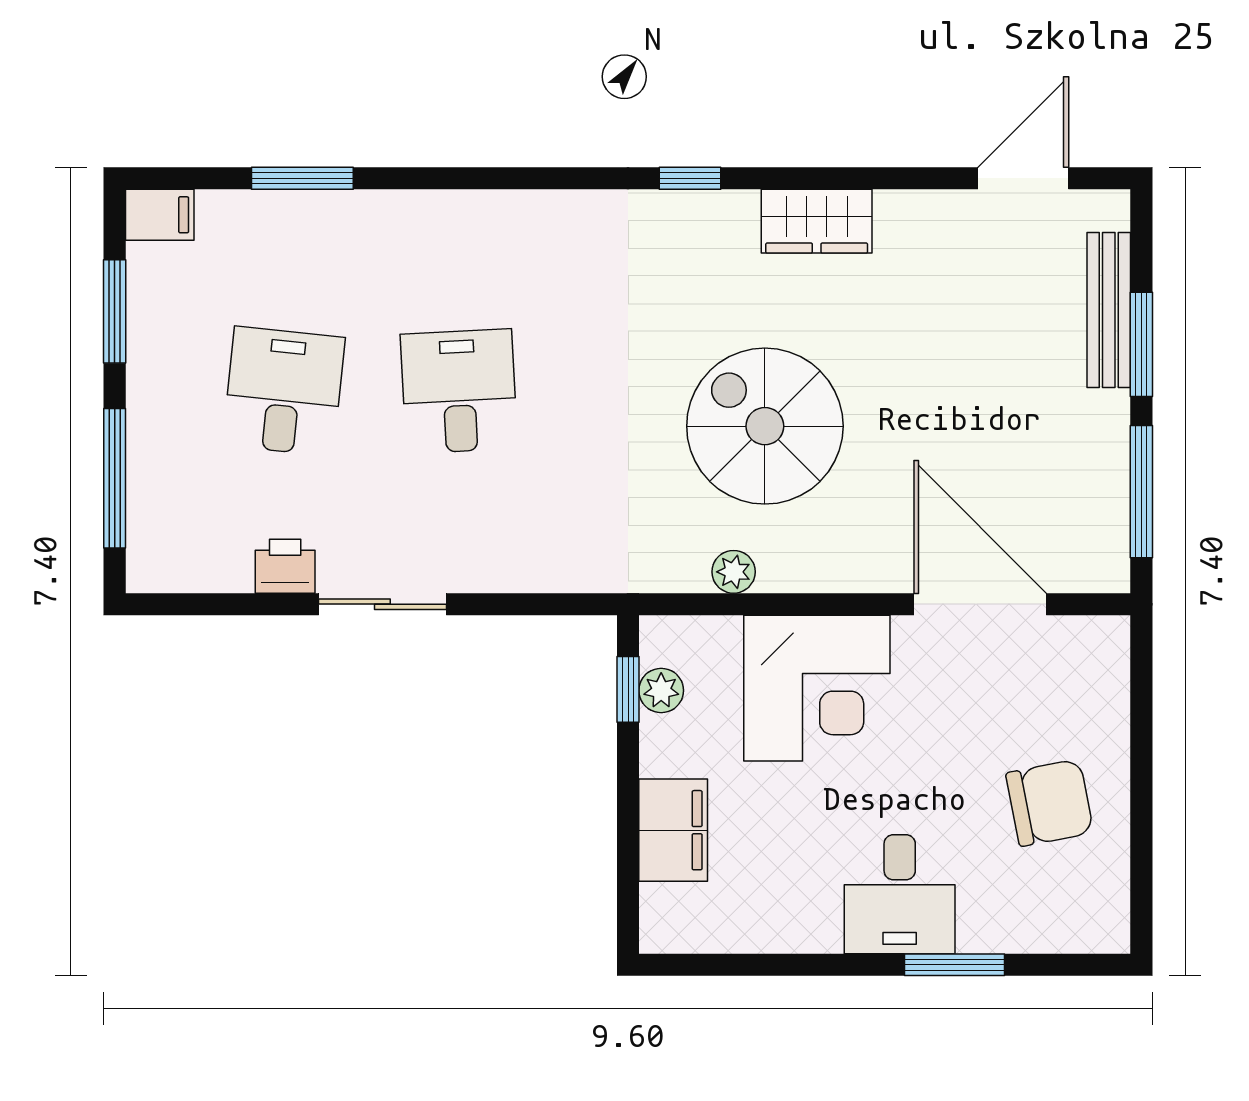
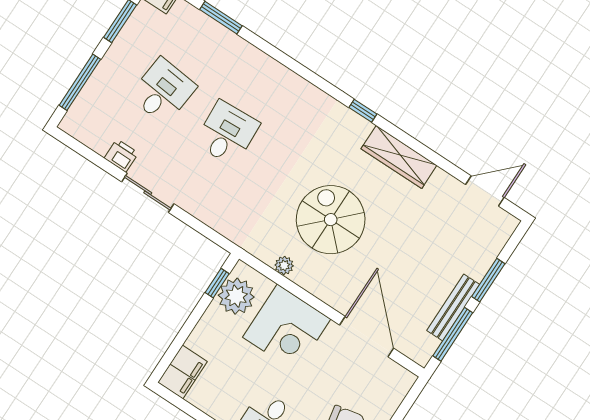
wardrobe: (817, 221) -> (399, 157), width x1.50
bench: (1109, 310) -> (453, 308), moved
plant: (661, 690) -> (236, 296), width x1.88, depth x1.88
filing cabinet: (673, 830) -> (182, 372), moved

